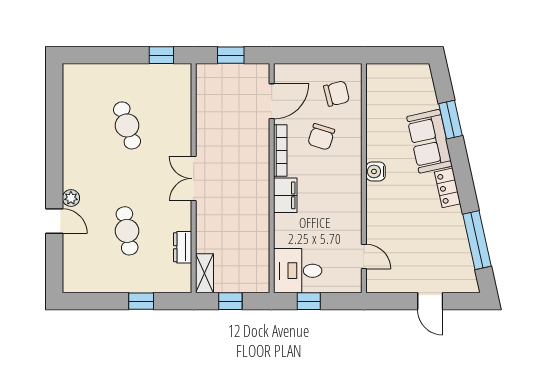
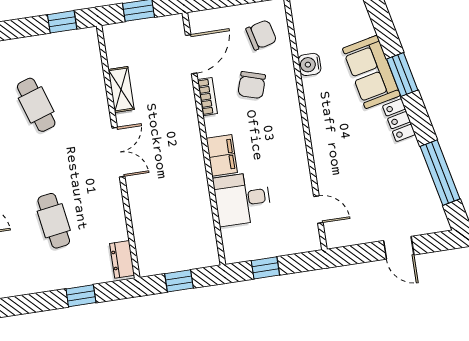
window: (450, 120) -> (402, 74), moved
bookcase: (280, 150) -> (207, 97), width x0.64
water cooler: (375, 171) -> (310, 64), moved
double door: (194, 179) -> (118, 152), swing flipped
dresser: (183, 247) -> (122, 259), moved
desk: (298, 271) -> (242, 199), moved
shelving: (205, 273) -> (121, 89), moved

